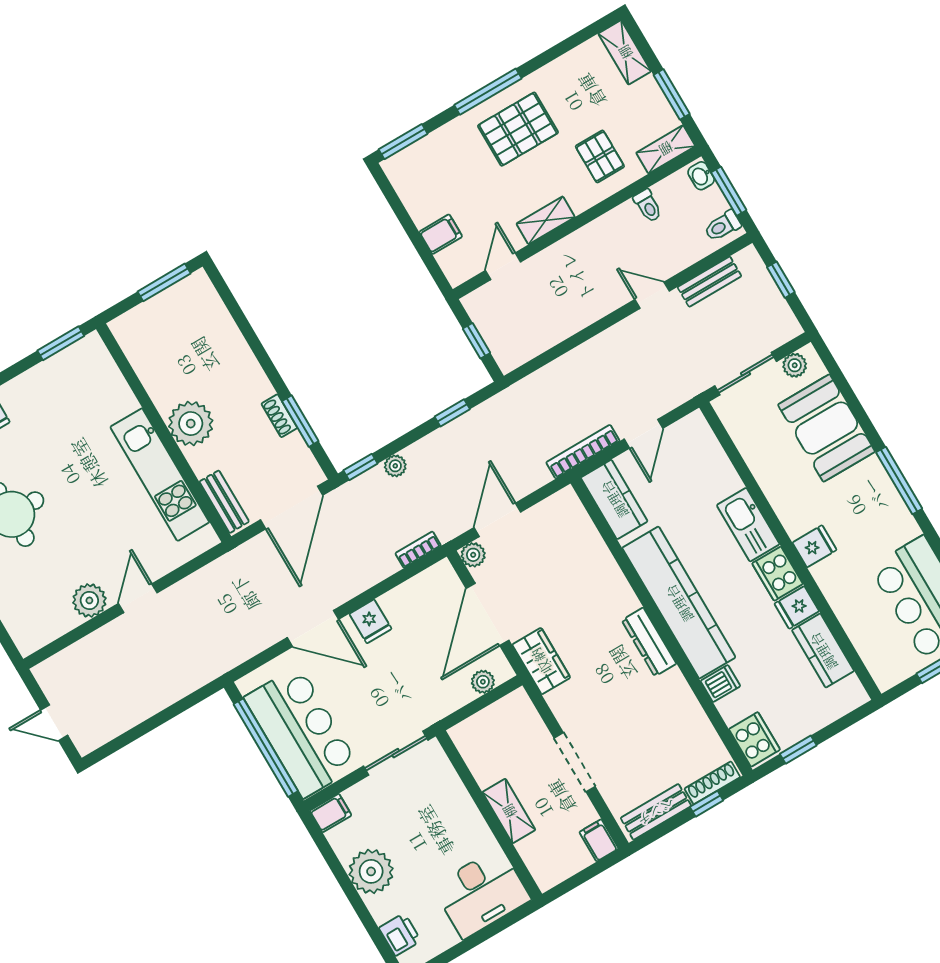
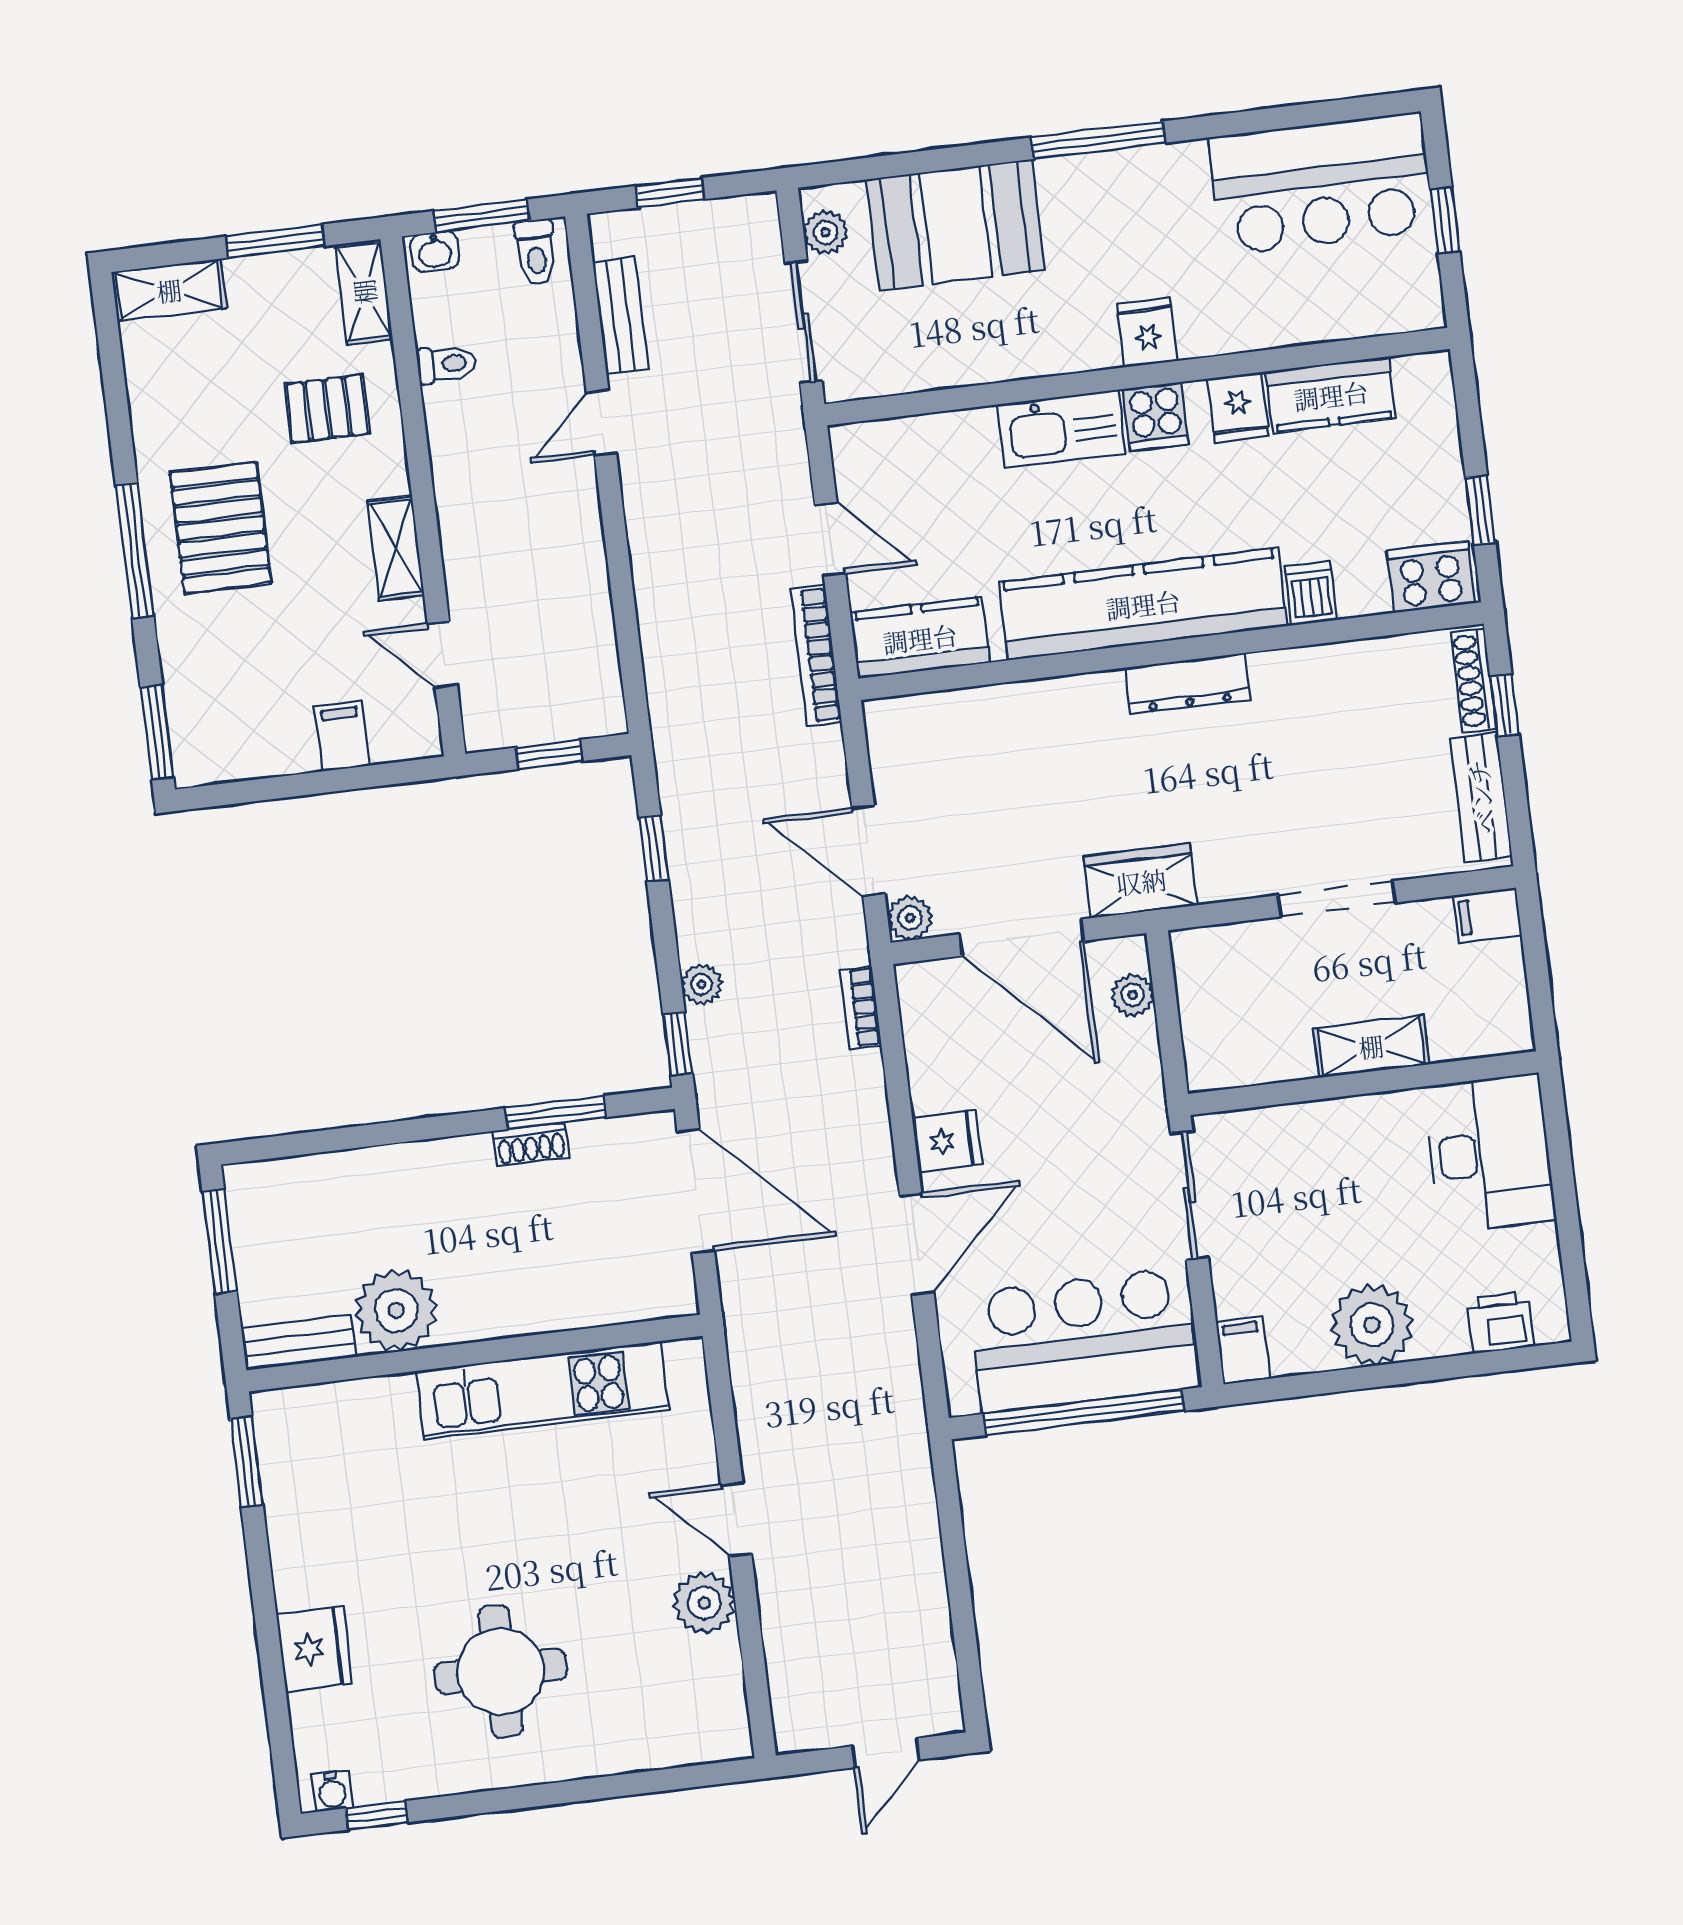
plant: (191, 424) -> (396, 1310), moved
bench: (224, 502) -> (299, 1343), moved
cooker: (778, 574) -> (1156, 416), width x0.73

